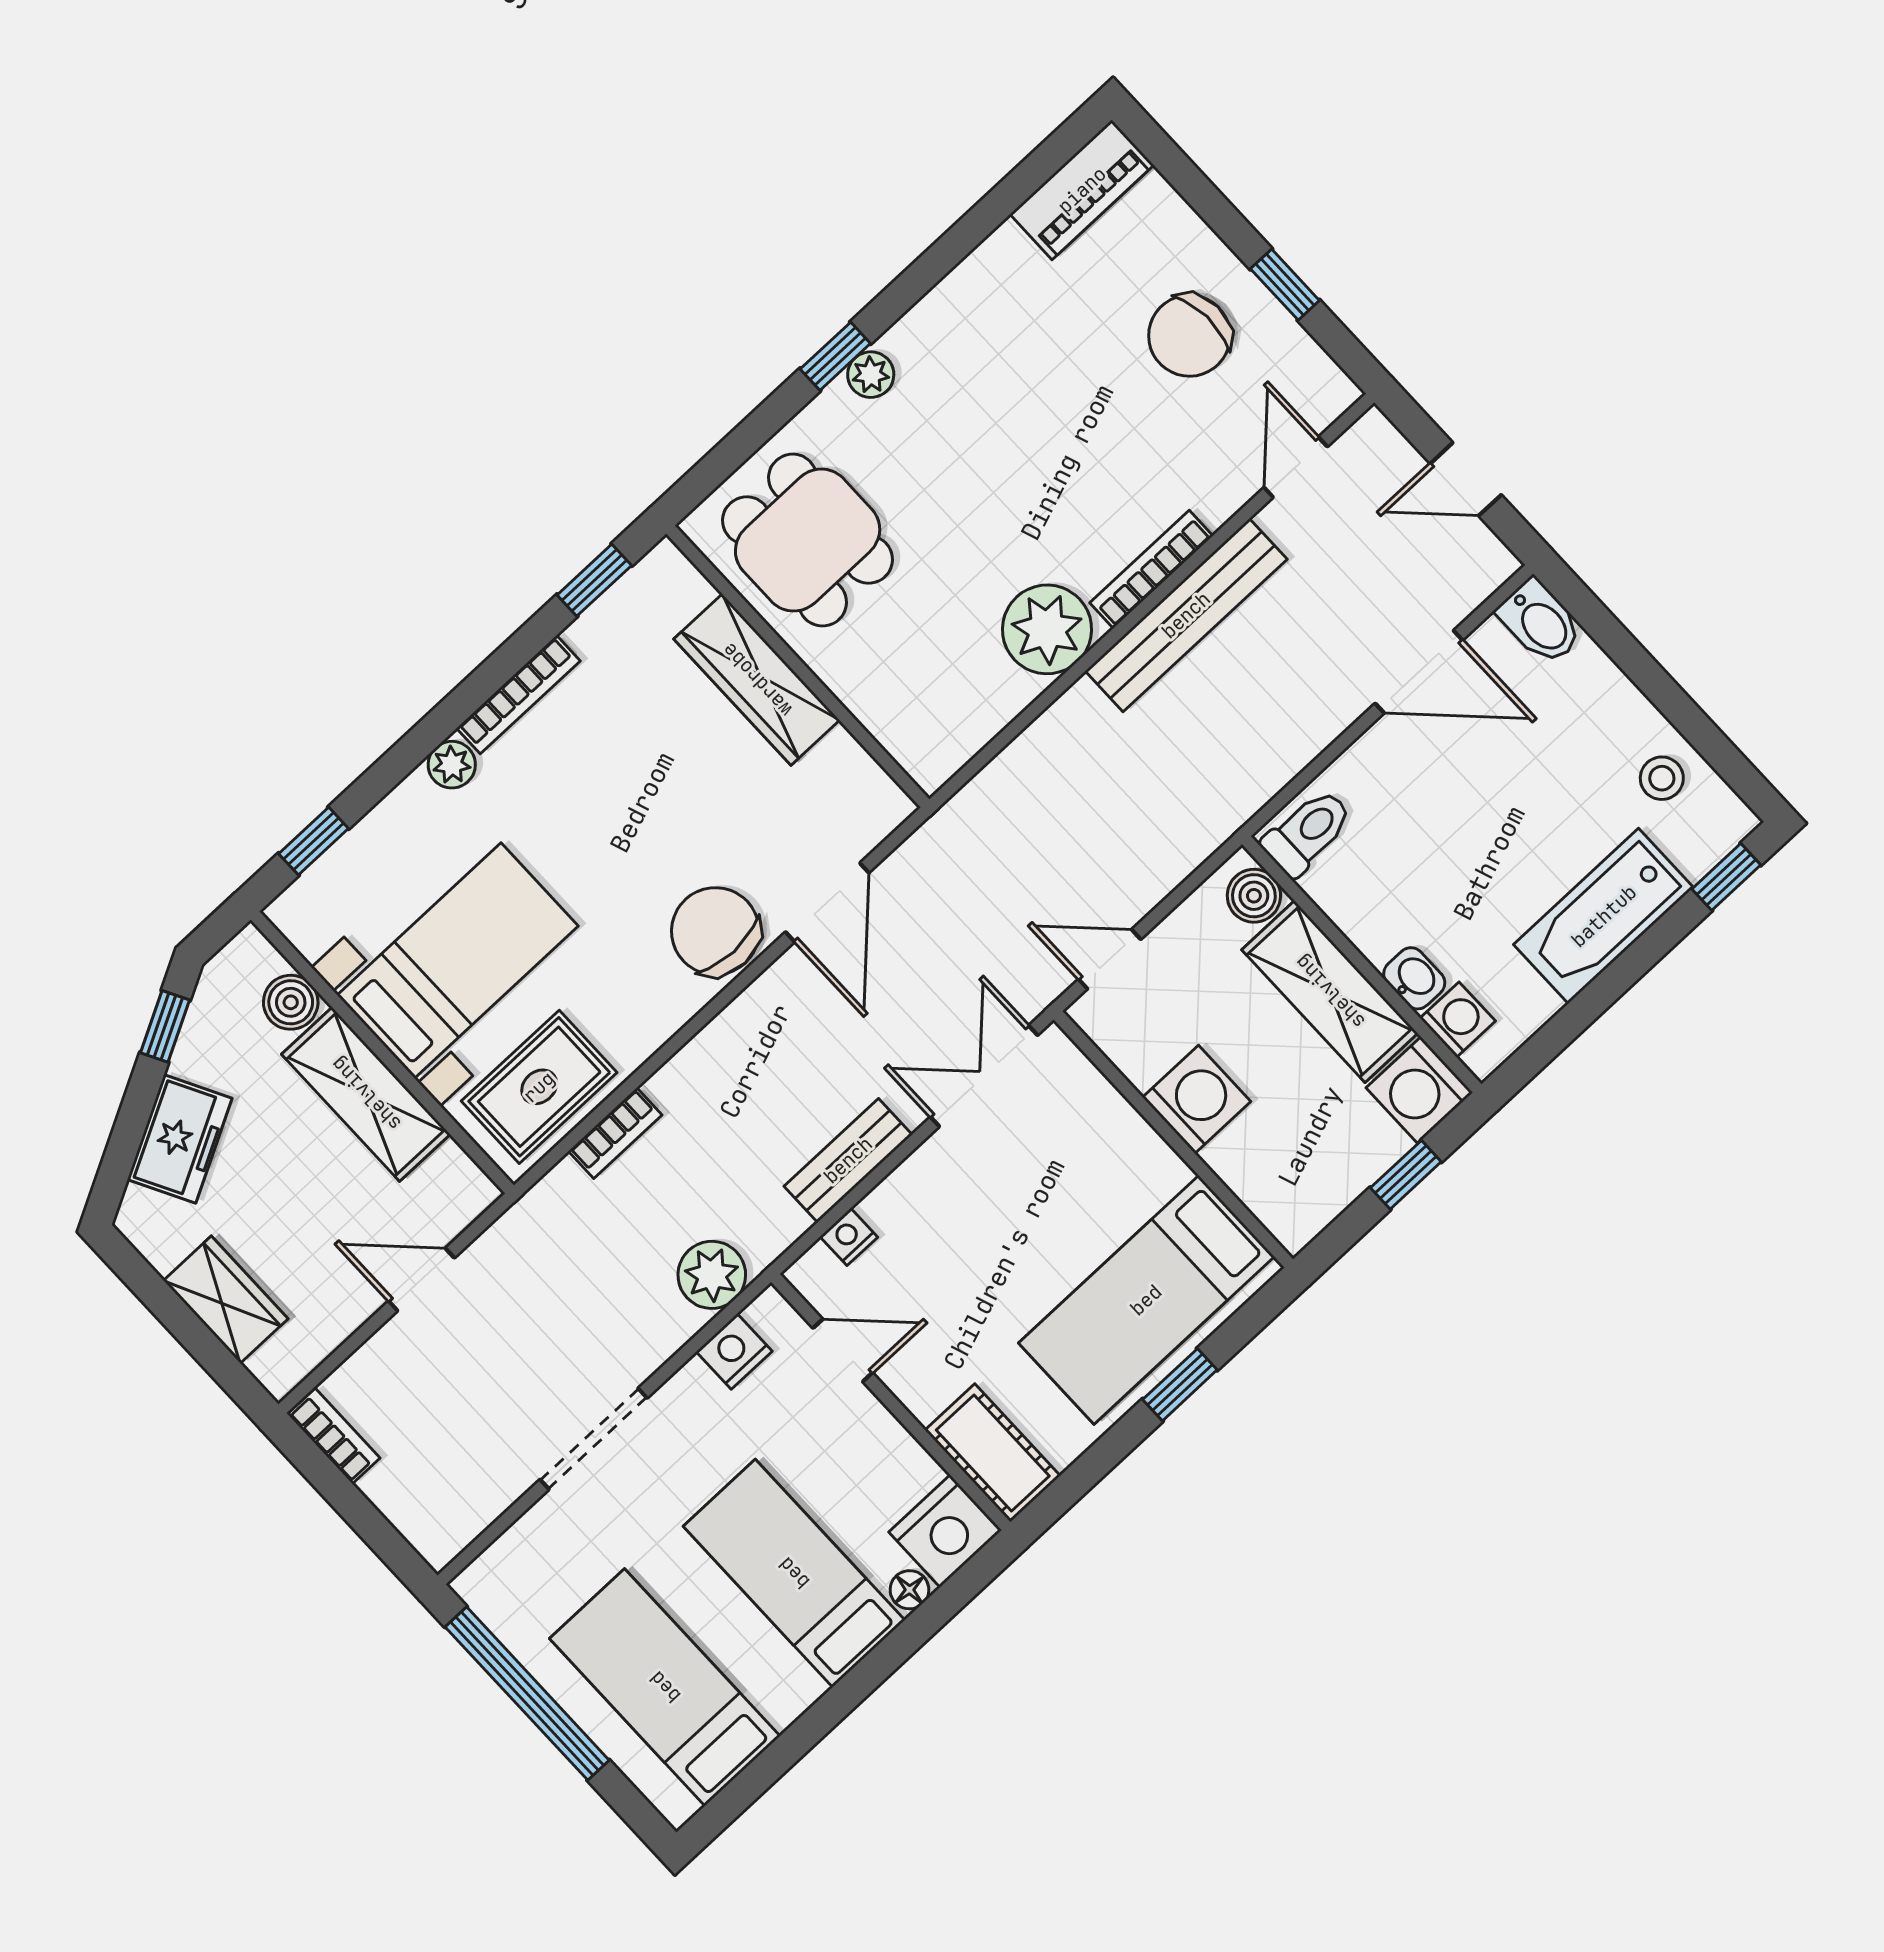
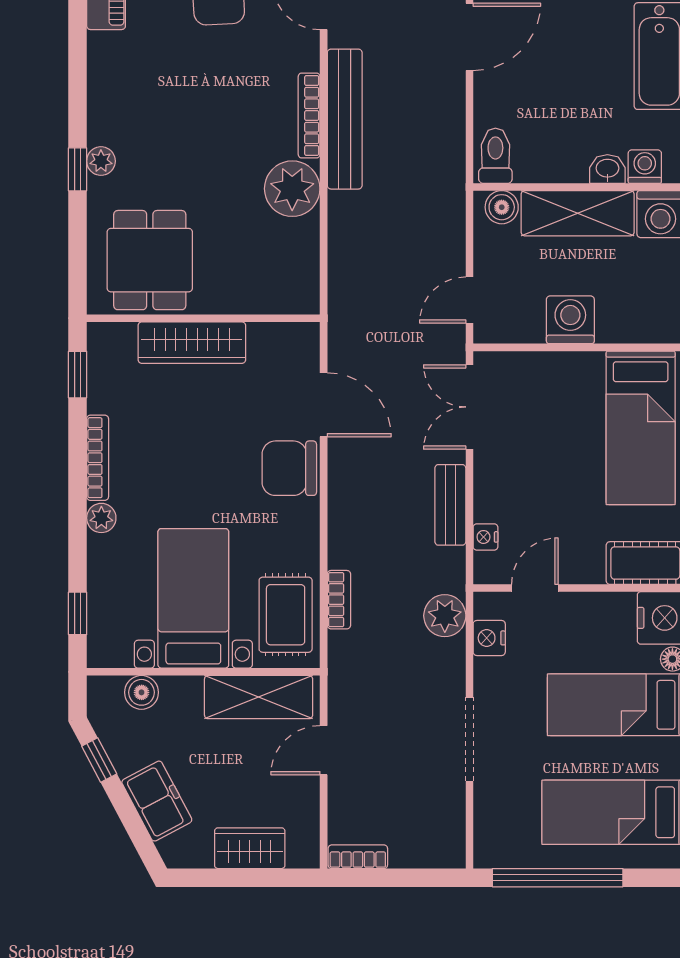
dining table: (808, 540) -> (150, 260), turned 90
shelving: (366, 1094) -> (259, 697), moved

